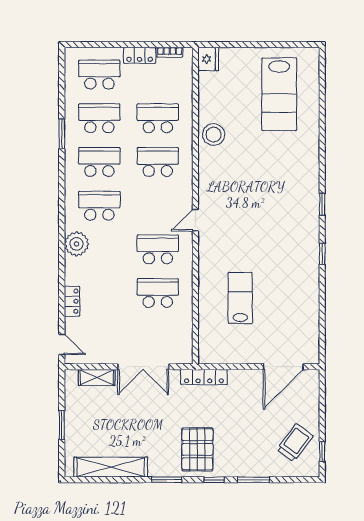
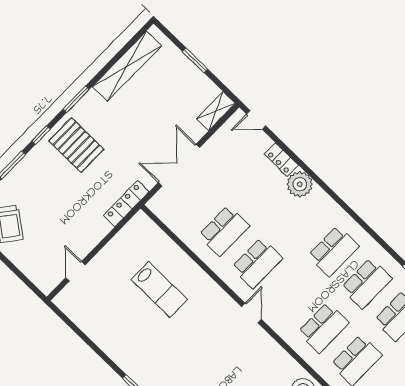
plant: (77, 244) -> (300, 184), moved
door: (283, 367) -> (75, 271), width x0.53
shelving: (97, 377) -> (216, 111), moved

